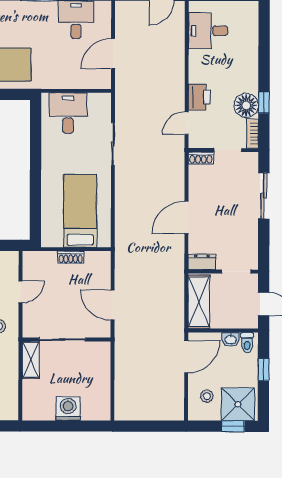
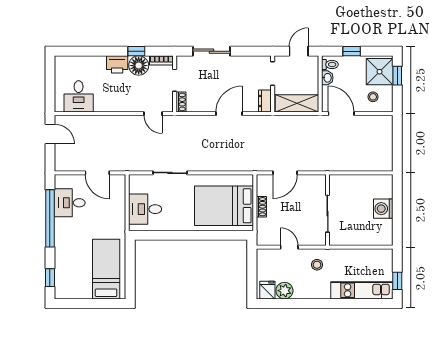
printer: (199, 97) -> (117, 64), moved, turned 180
bed: (80, 211) -> (224, 206), width x1.50
door: (186, 217) -> (229, 114), swing flipped
door: (113, 305) -> (285, 173), moved
shelving: (31, 360) -> (344, 239), removed

